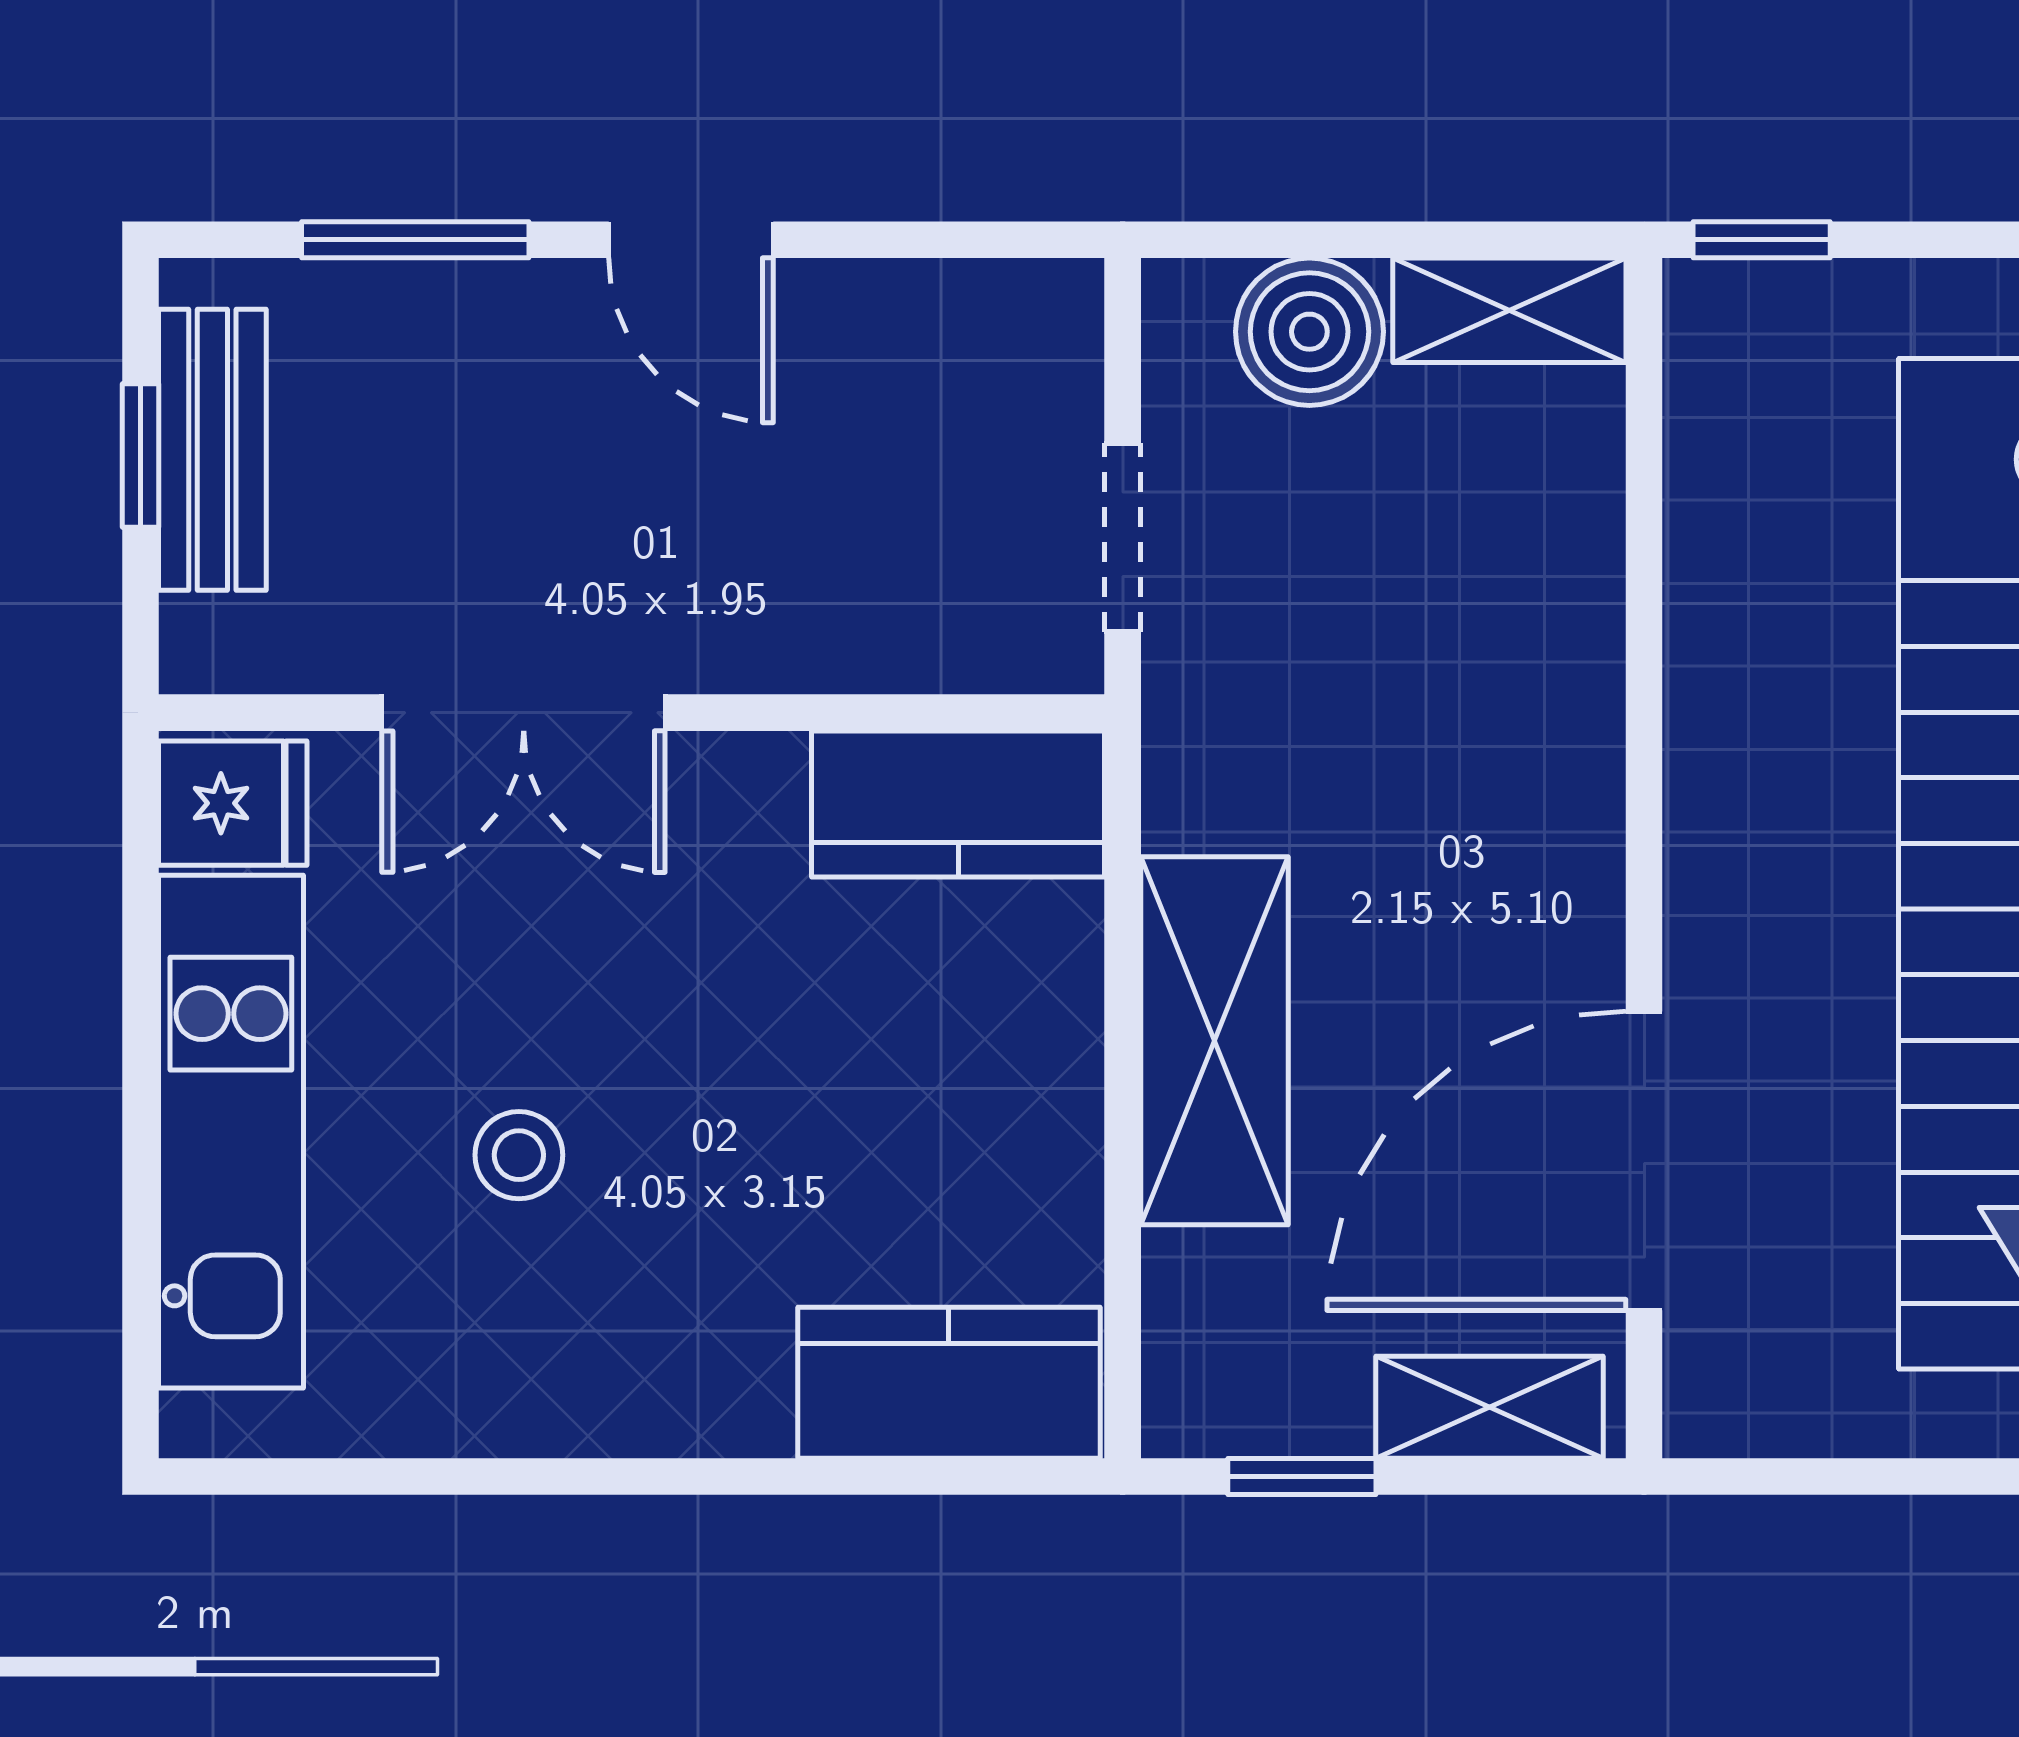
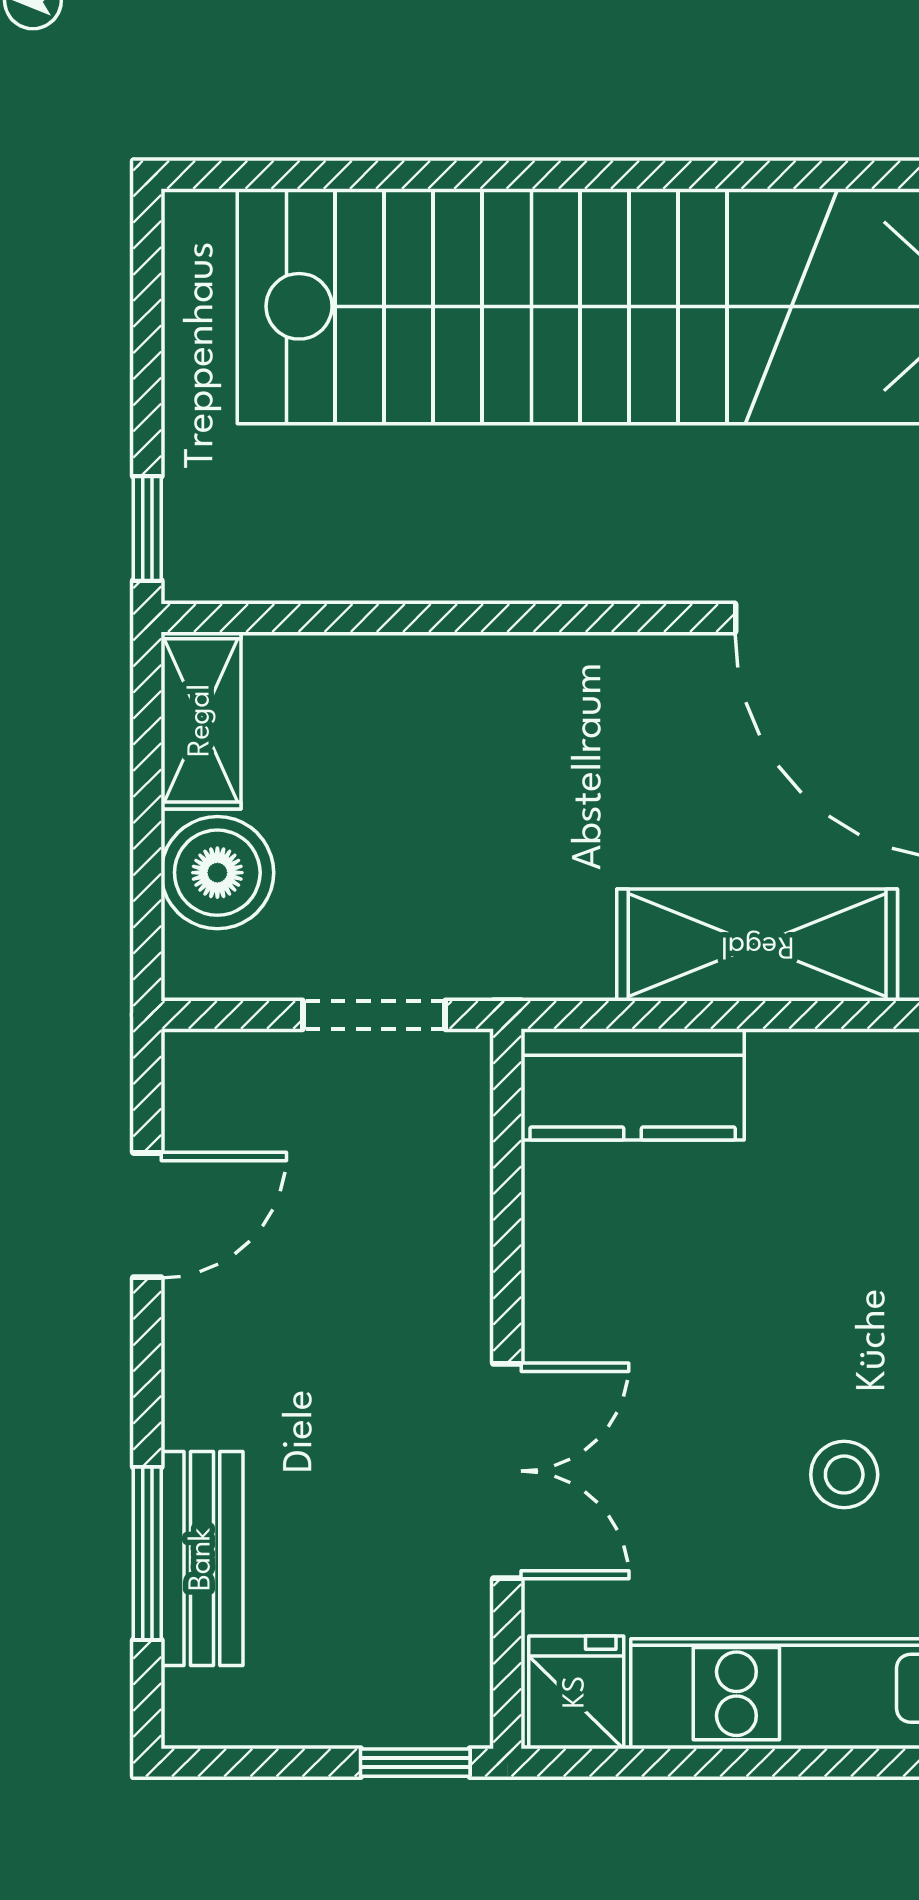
door: (691, 240) -> (147, 1215), moved
bench: (212, 450) -> (202, 1559), moved, turned 90
window: (140, 455) -> (415, 1763), moved
kitchen counter: (958, 804) -> (633, 1084), moved, turned 90

